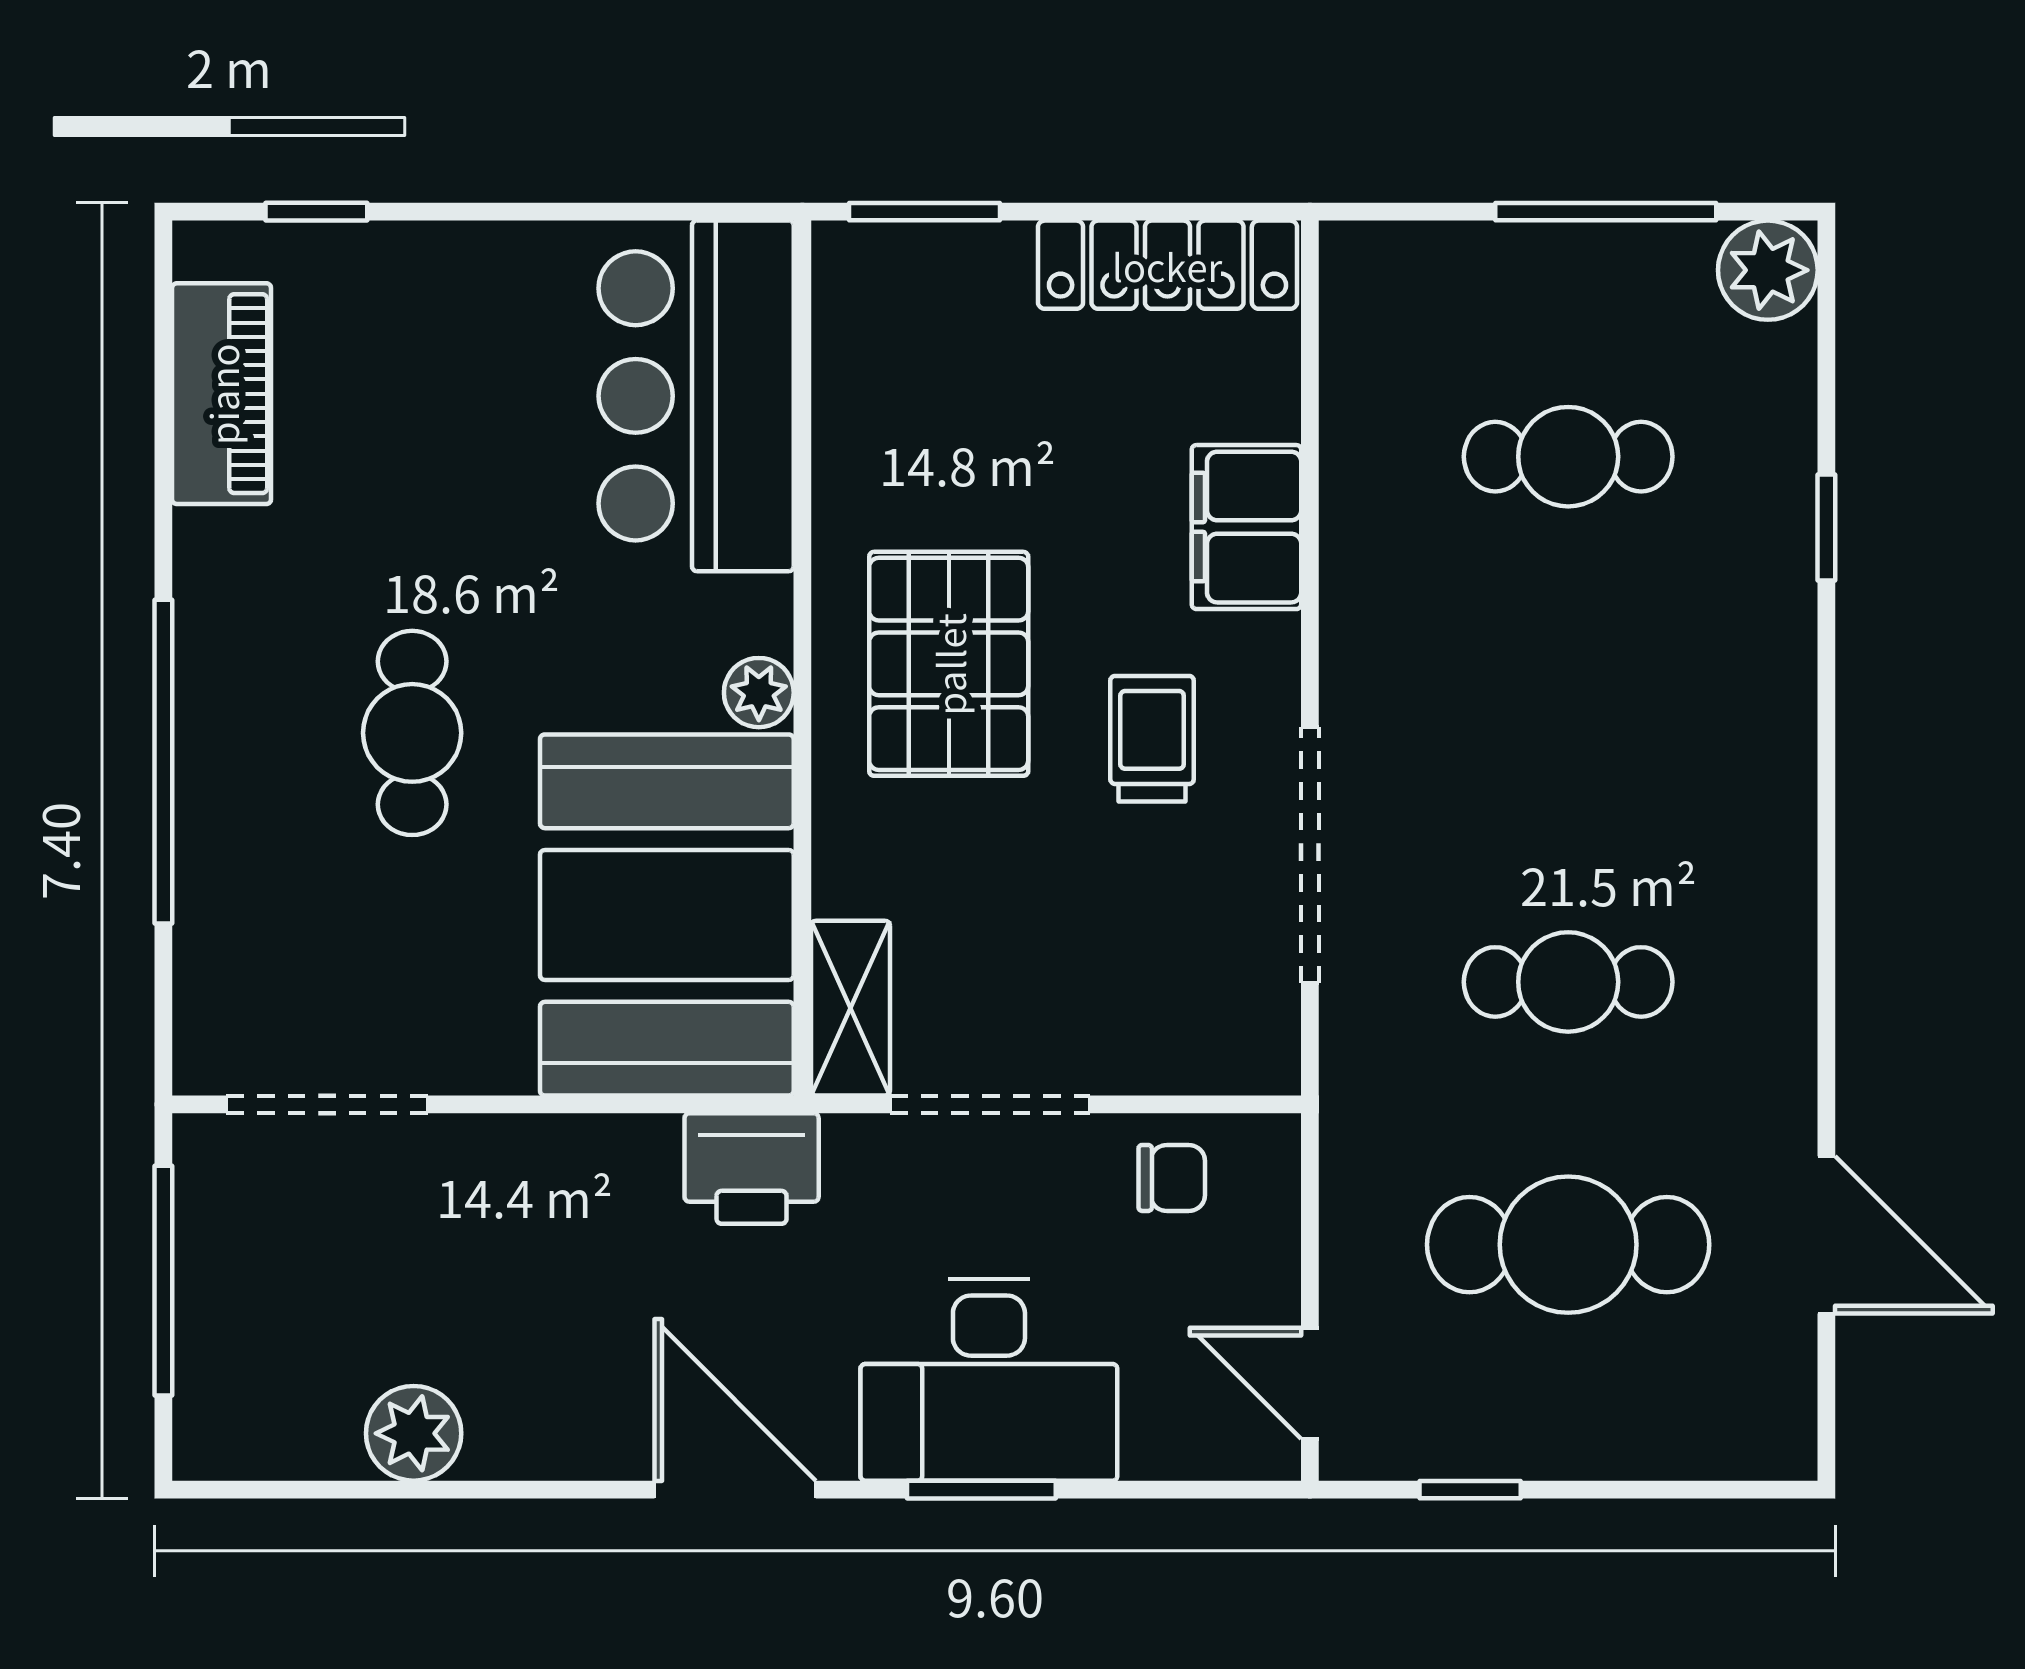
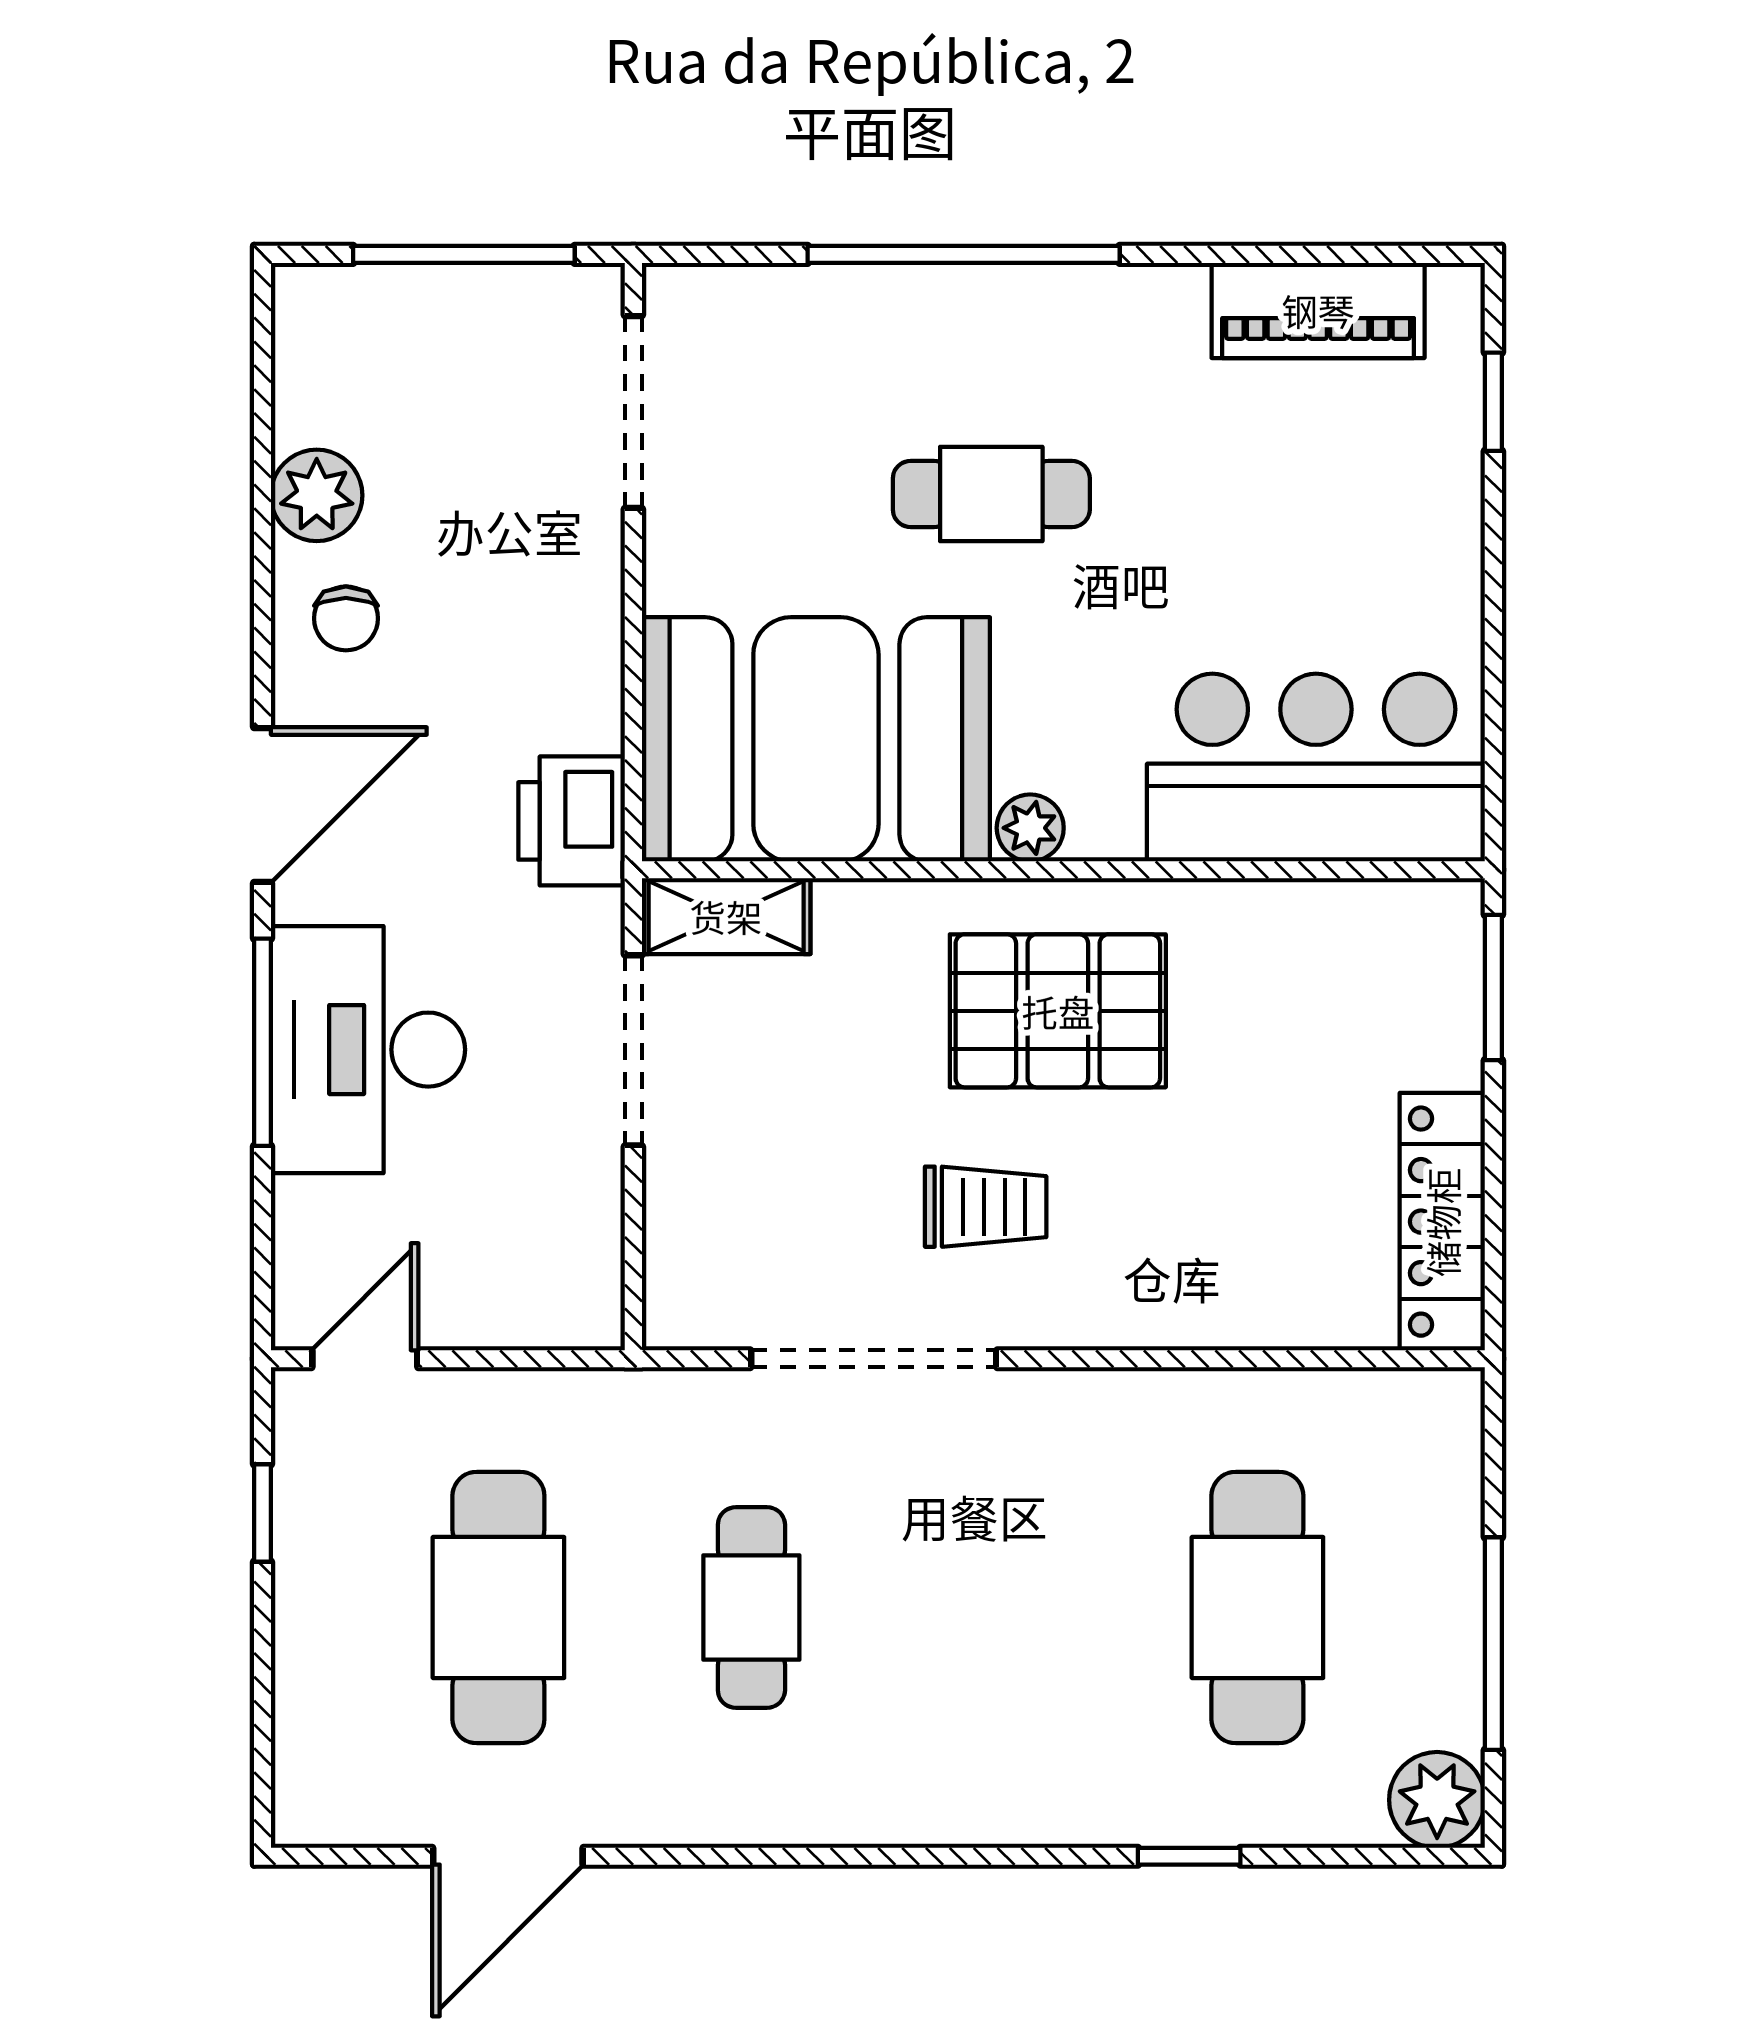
cafe table: (1568, 457) -> (1257, 1607), width x1.37, depth x1.35
filing cabinet: (1246, 527) -> (1190, 1298), removed
chair: (1172, 1178) -> (346, 618), moved
window: (981, 1490) -> (262, 1042), width x1.44

